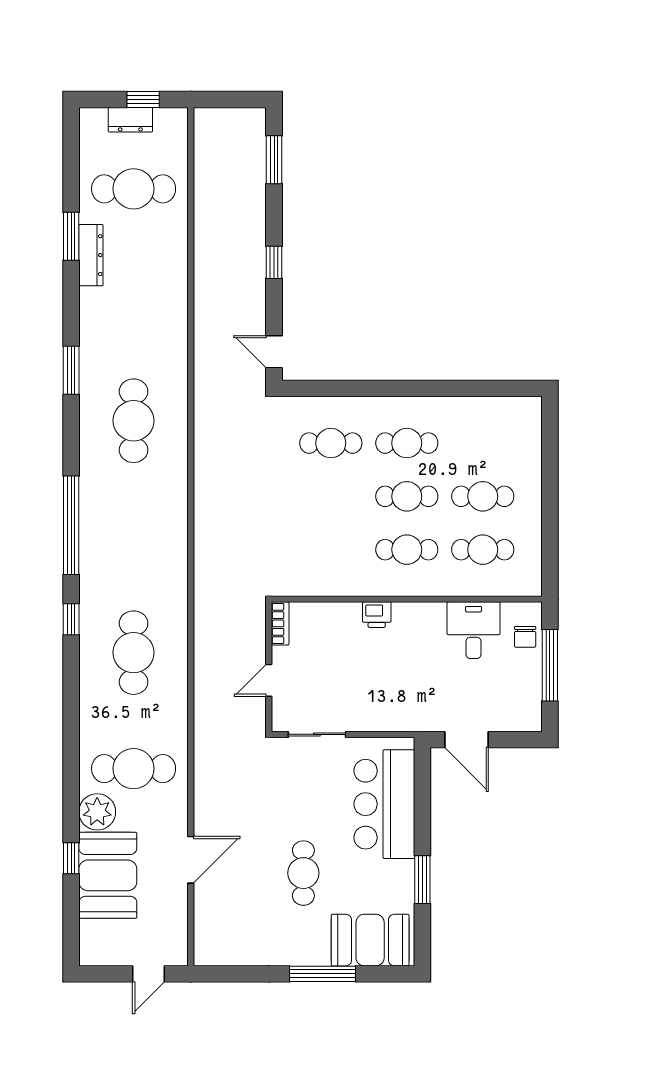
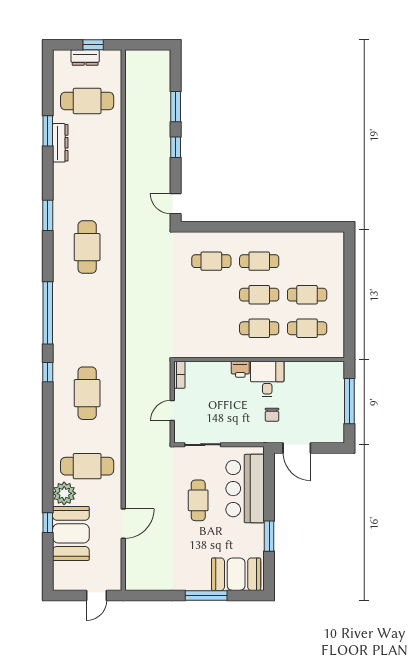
window: (274, 160) -> (176, 107), moved
desk: (474, 630) -> (267, 379), moved
chair: (525, 637) -> (272, 415), moved
cafe table: (303, 873) -> (198, 500), moved

